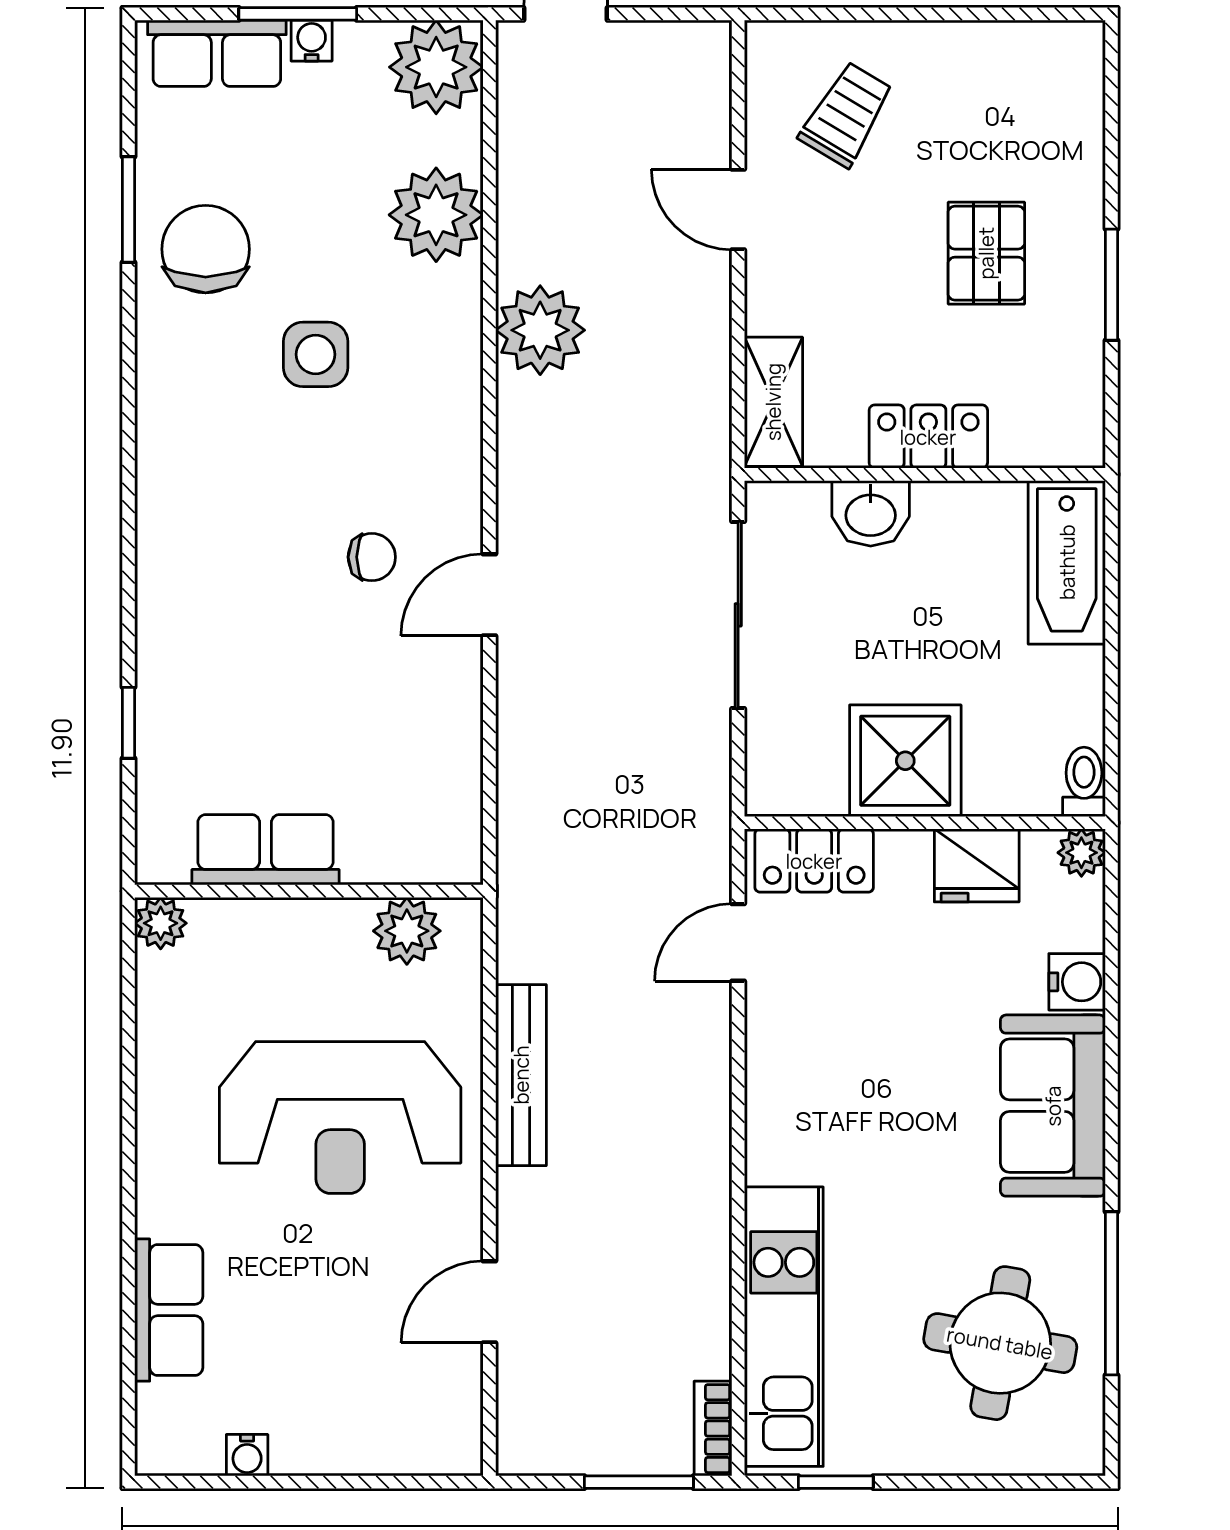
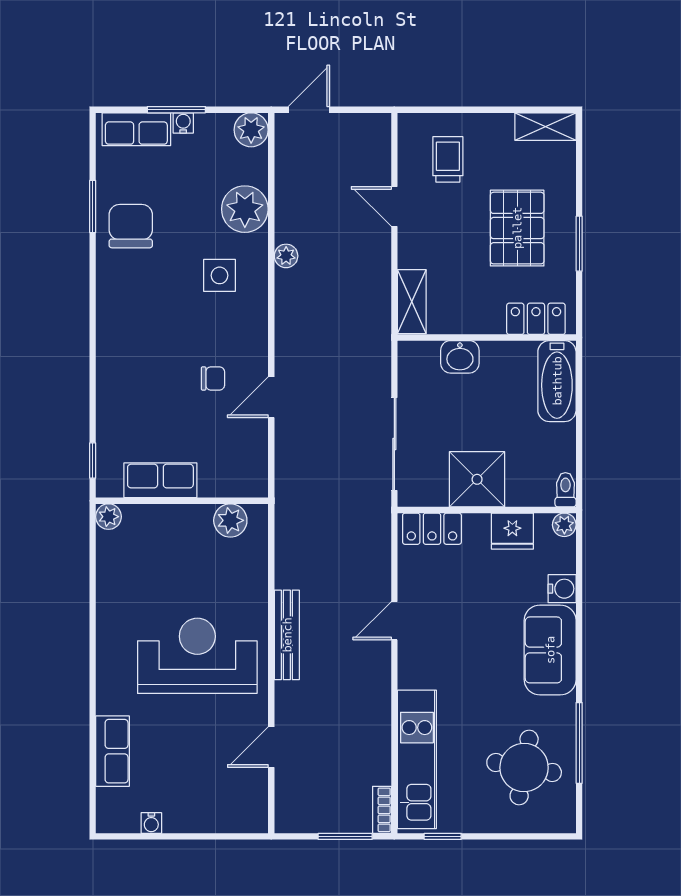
shelving: (1043, 48) -> (545, 127), added
plant: (436, 67) -> (251, 130), width x0.73, depth x0.73
trolley: (846, 114) -> (448, 159), turned -31
pallet: (986, 253) -> (517, 228), width x1.50, depth x1.42
plant: (540, 330) -> (286, 256), width x0.53, depth x0.53
side table: (316, 354) -> (220, 275), moved
locker: (928, 437) -> (536, 319), moved
sliding door: (738, 615) -> (394, 444), moved
row of seats: (265, 850) -> (160, 480), moved
wall: (309, 891) -> (182, 501), moved
plant: (161, 923) -> (108, 517), moved
plant: (407, 931) -> (230, 520), moved
door: (738, 942) -> (394, 621), moved
reception desk: (340, 1117) -> (197, 656), turned 180

